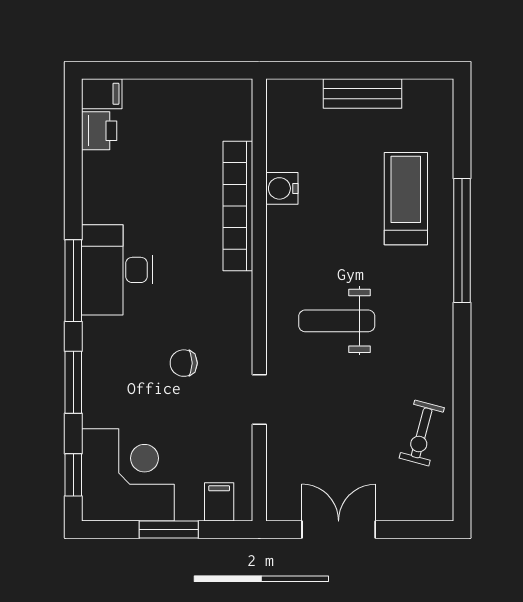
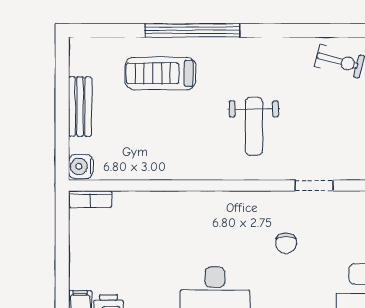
water cooler: (282, 188) -> (81, 166), moved, turned 90
bookcase: (238, 206) -> (90, 199), moved, width x0.43, depth x0.76

